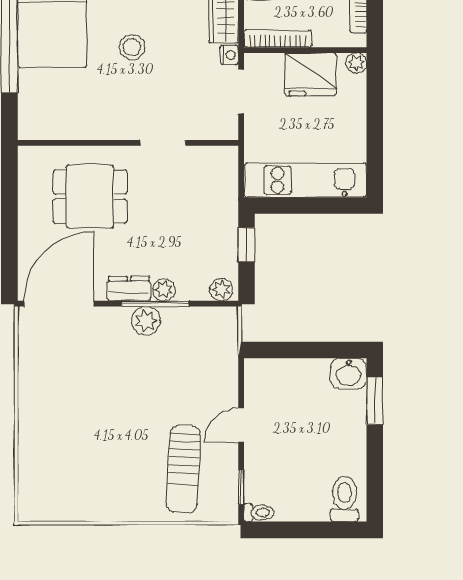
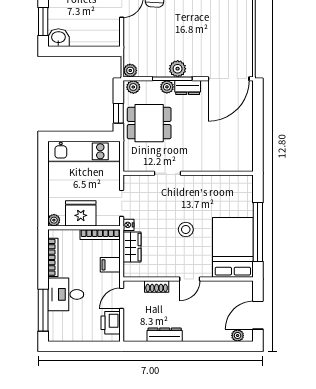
dining table: (90, 197) -> (149, 123), moved
plant: (226, 318) -> (130, 70), added

